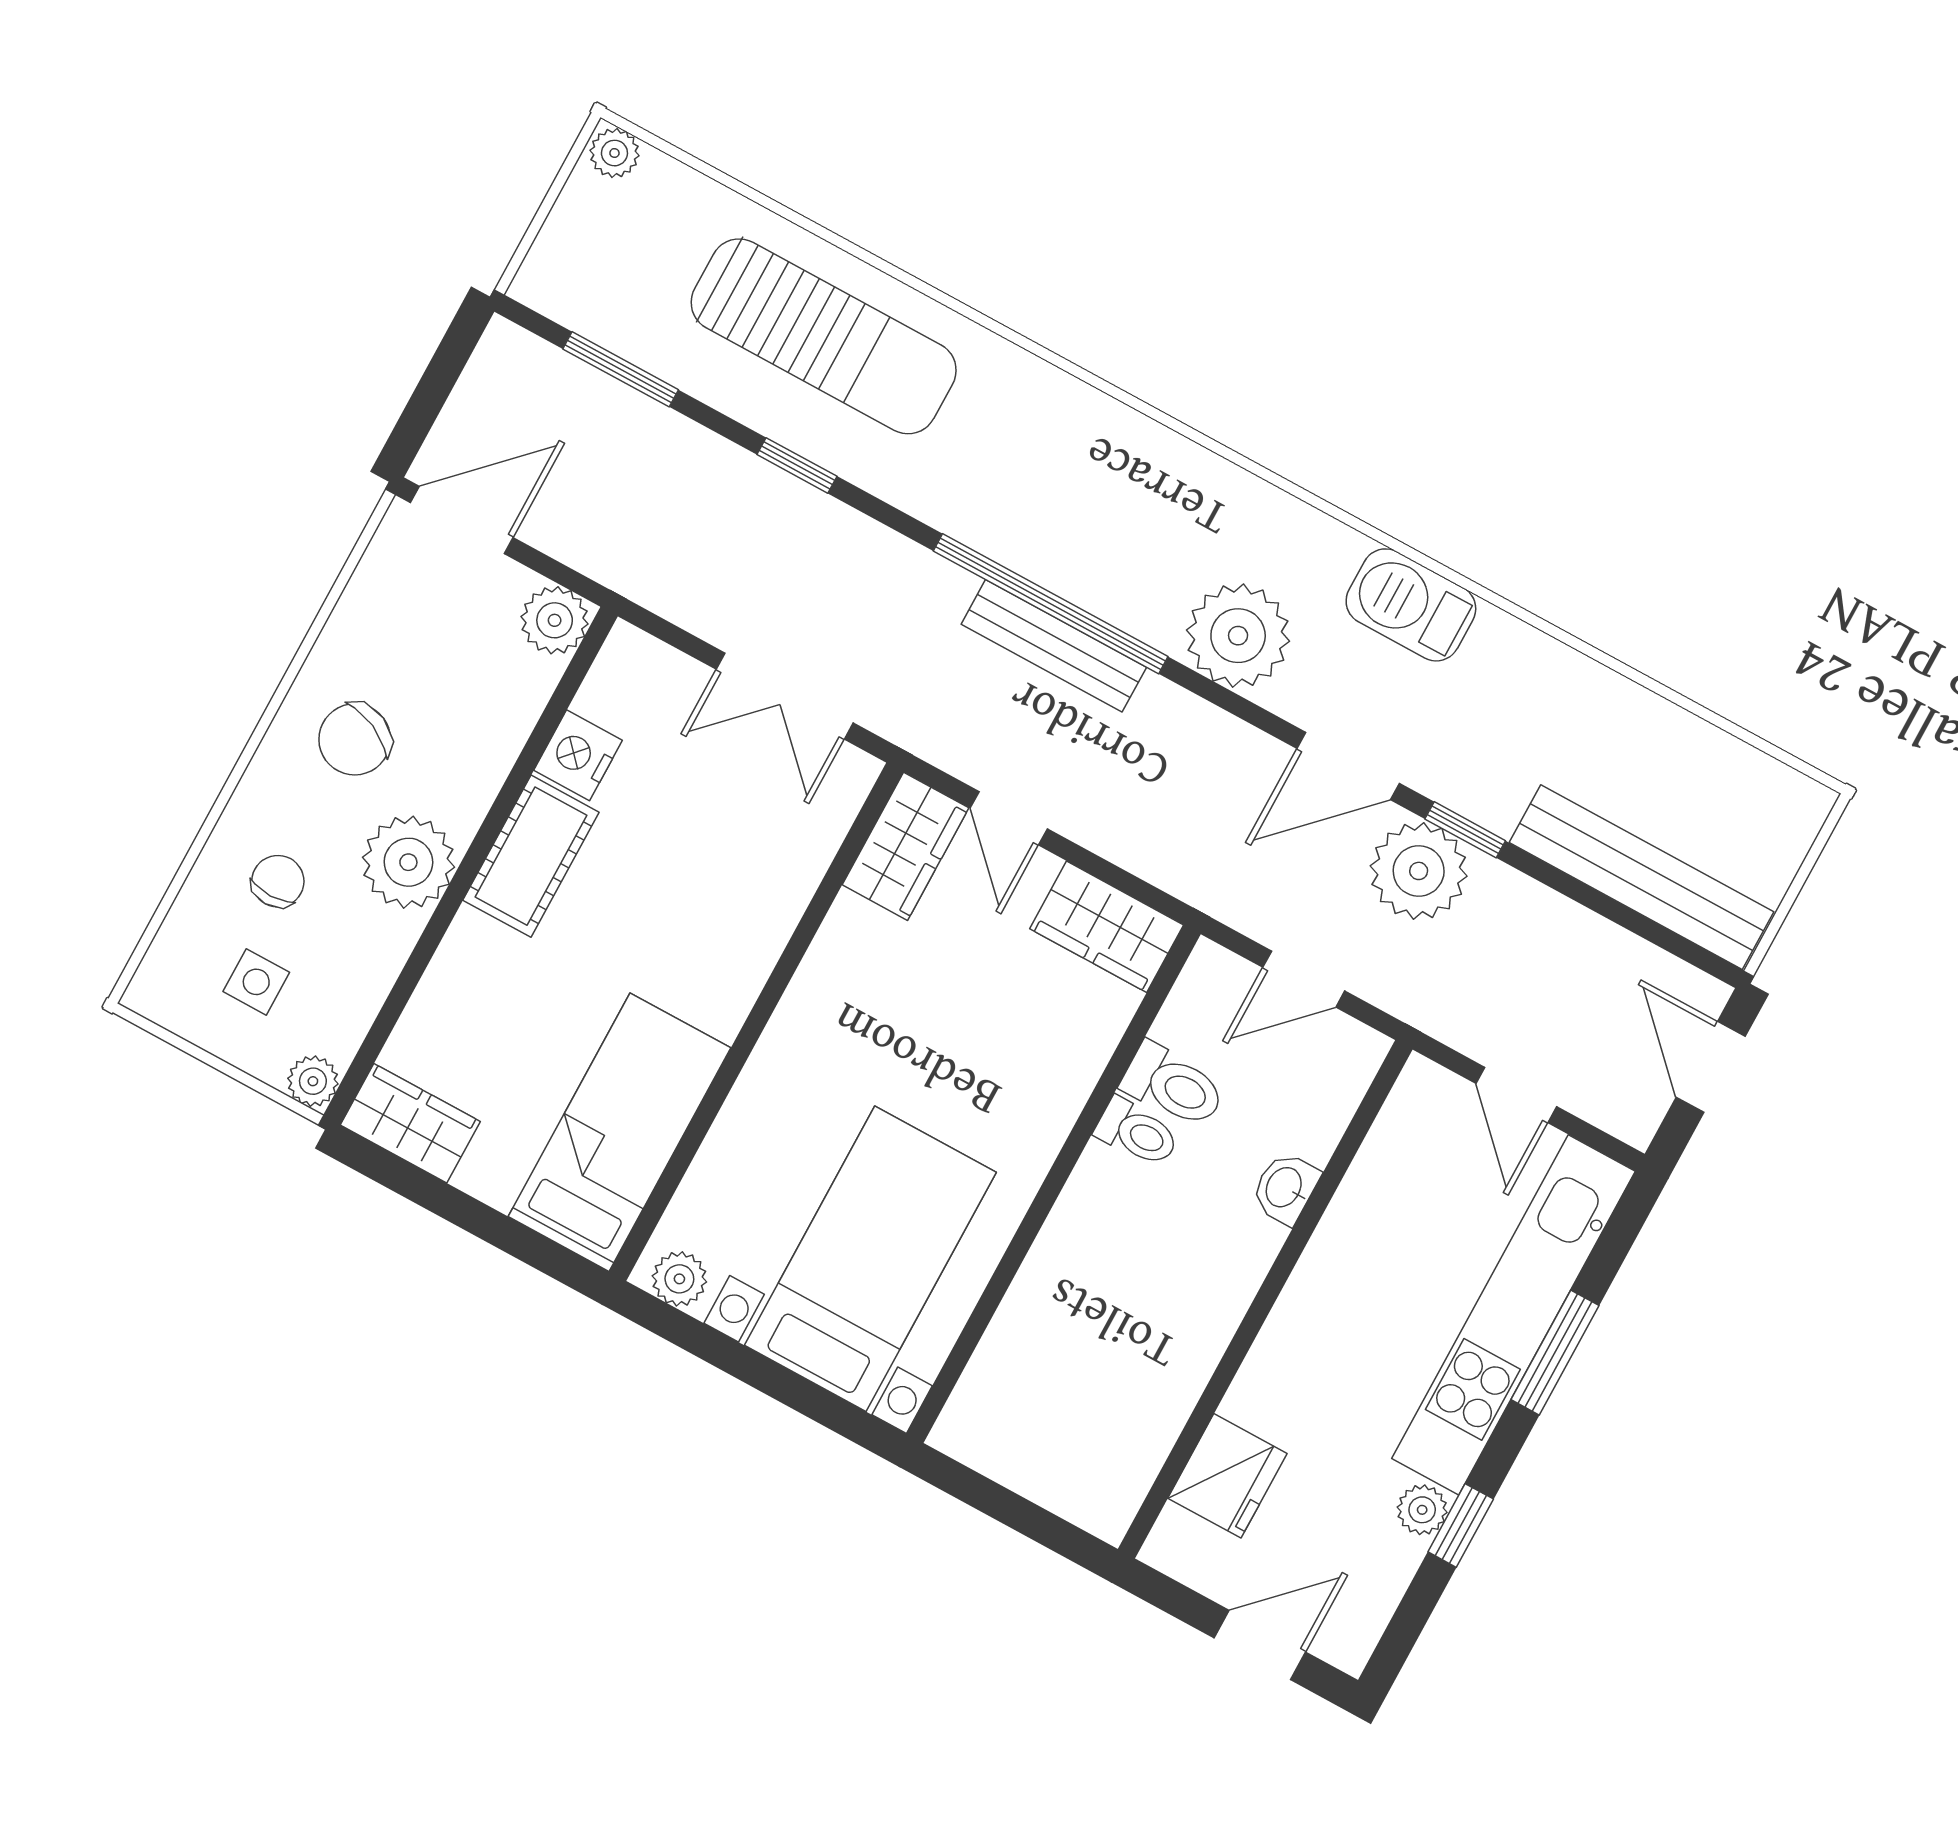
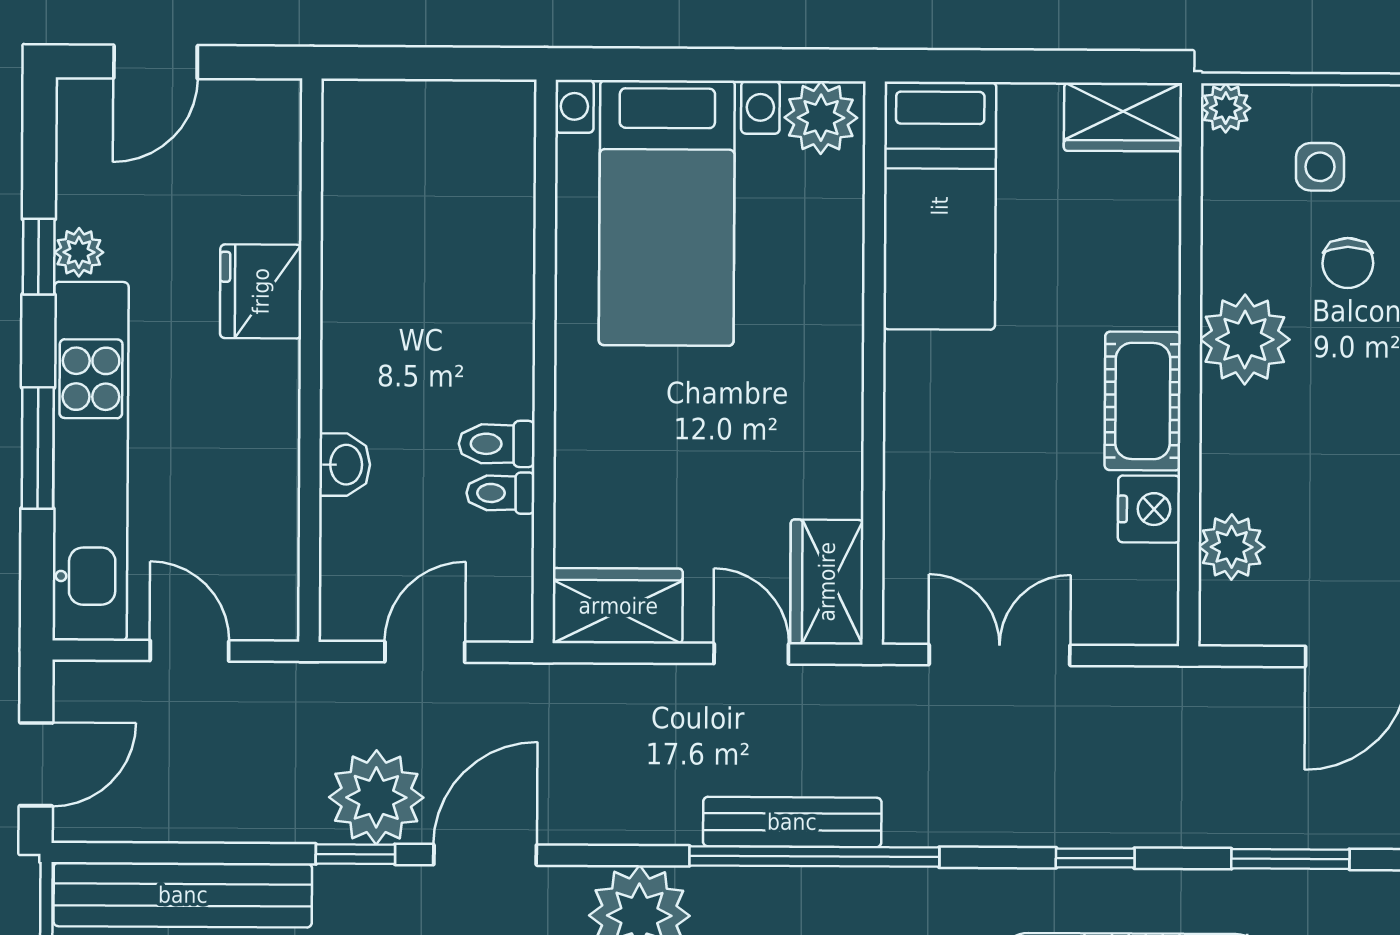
plant: (555, 620) -> (1232, 547), moved
chair: (355, 739) -> (1347, 420), removed
door: (1711, 1067) -> (36, 764), hinge flipped
toilet: (1173, 1086) -> (500, 493), width x0.73, depth x0.72
plant: (679, 1279) -> (821, 118), width x1.38, depth x1.38
fridge: (1227, 1476) -> (261, 291), moved

